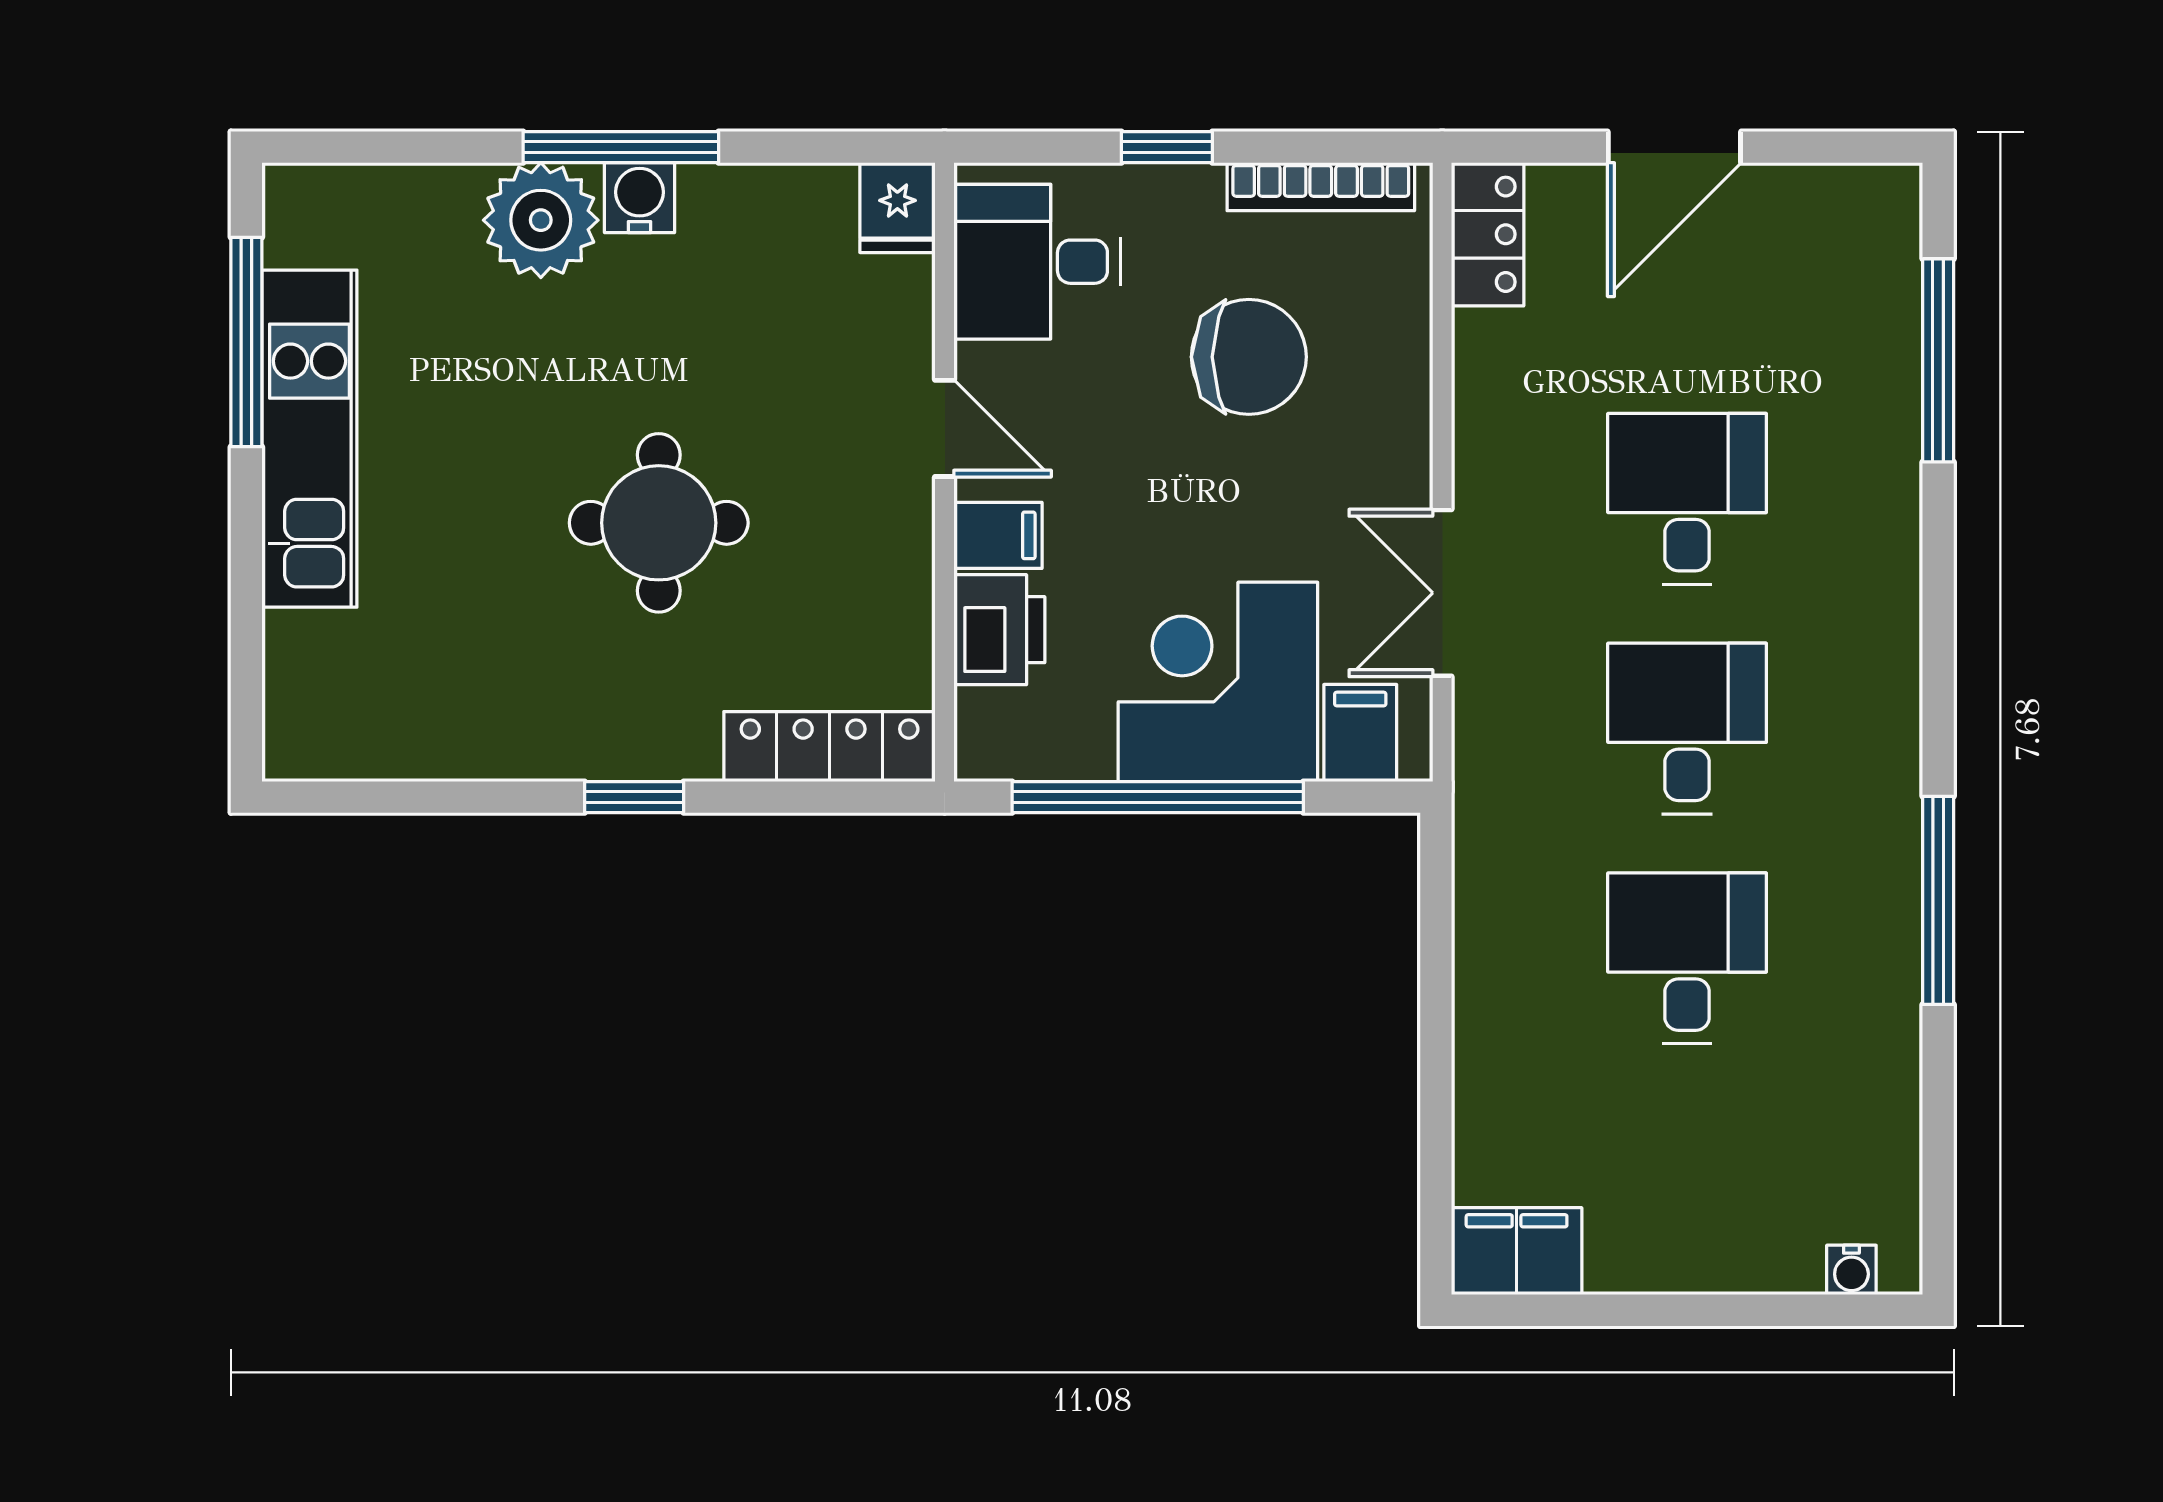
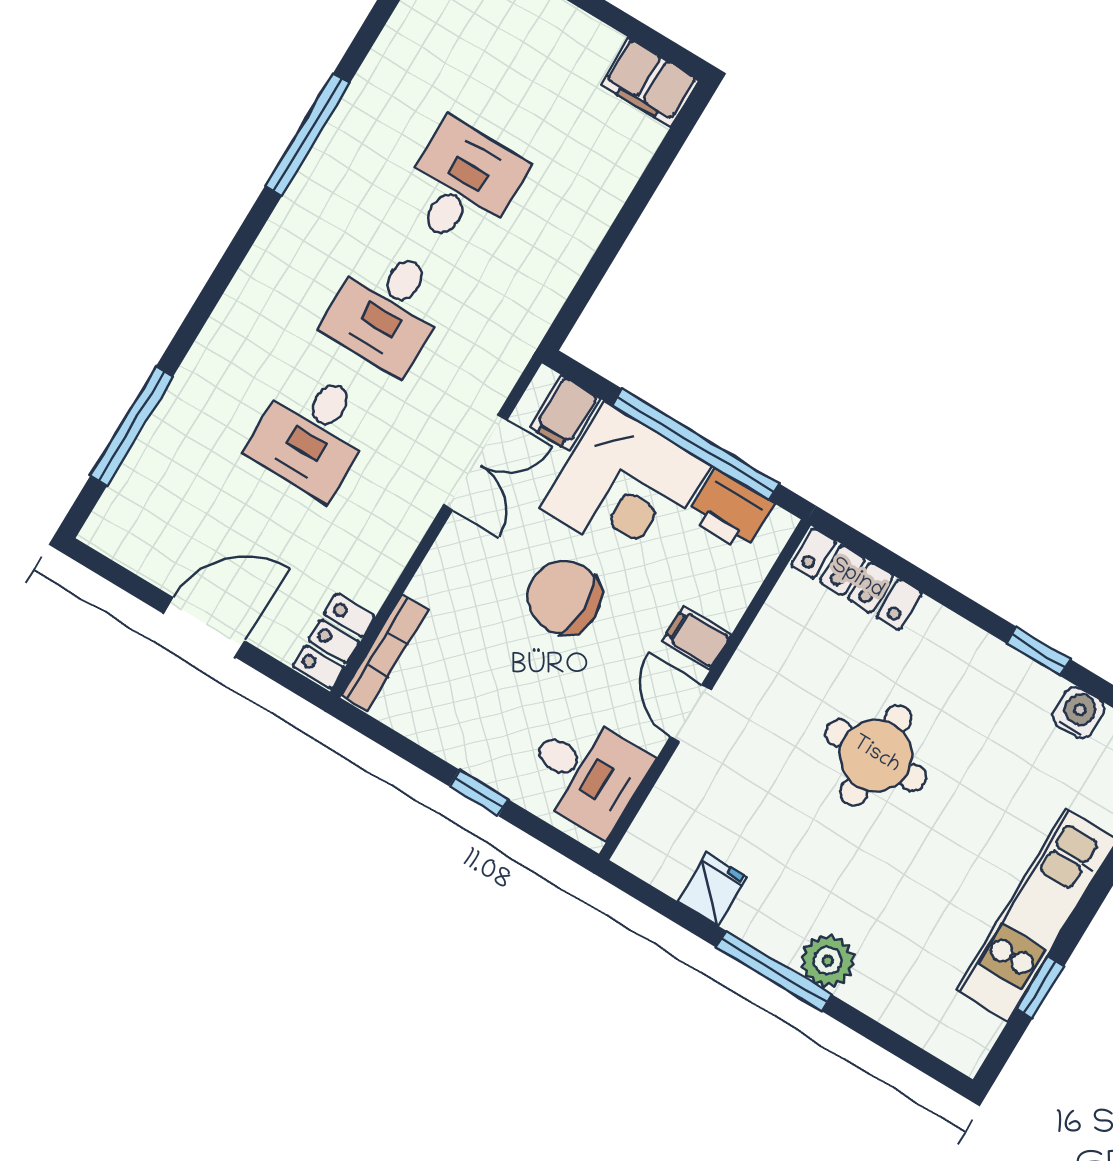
bookcase: (1321, 187) -> (385, 653), moved, turned 90
water cooler: (639, 198) -> (1078, 713), moved, turned 180
fridge: (897, 208) -> (712, 889), moved
plant: (541, 220) -> (828, 961), width x0.73, depth x0.73
window: (246, 342) -> (1040, 988), width x0.46
chair: (1249, 357) -> (564, 597), moved
printer: (999, 630) -> (730, 510), moved, turned -90
window: (634, 797) -> (1039, 651), moved
desk: (1687, 958) -> (462, 185), turned 180

